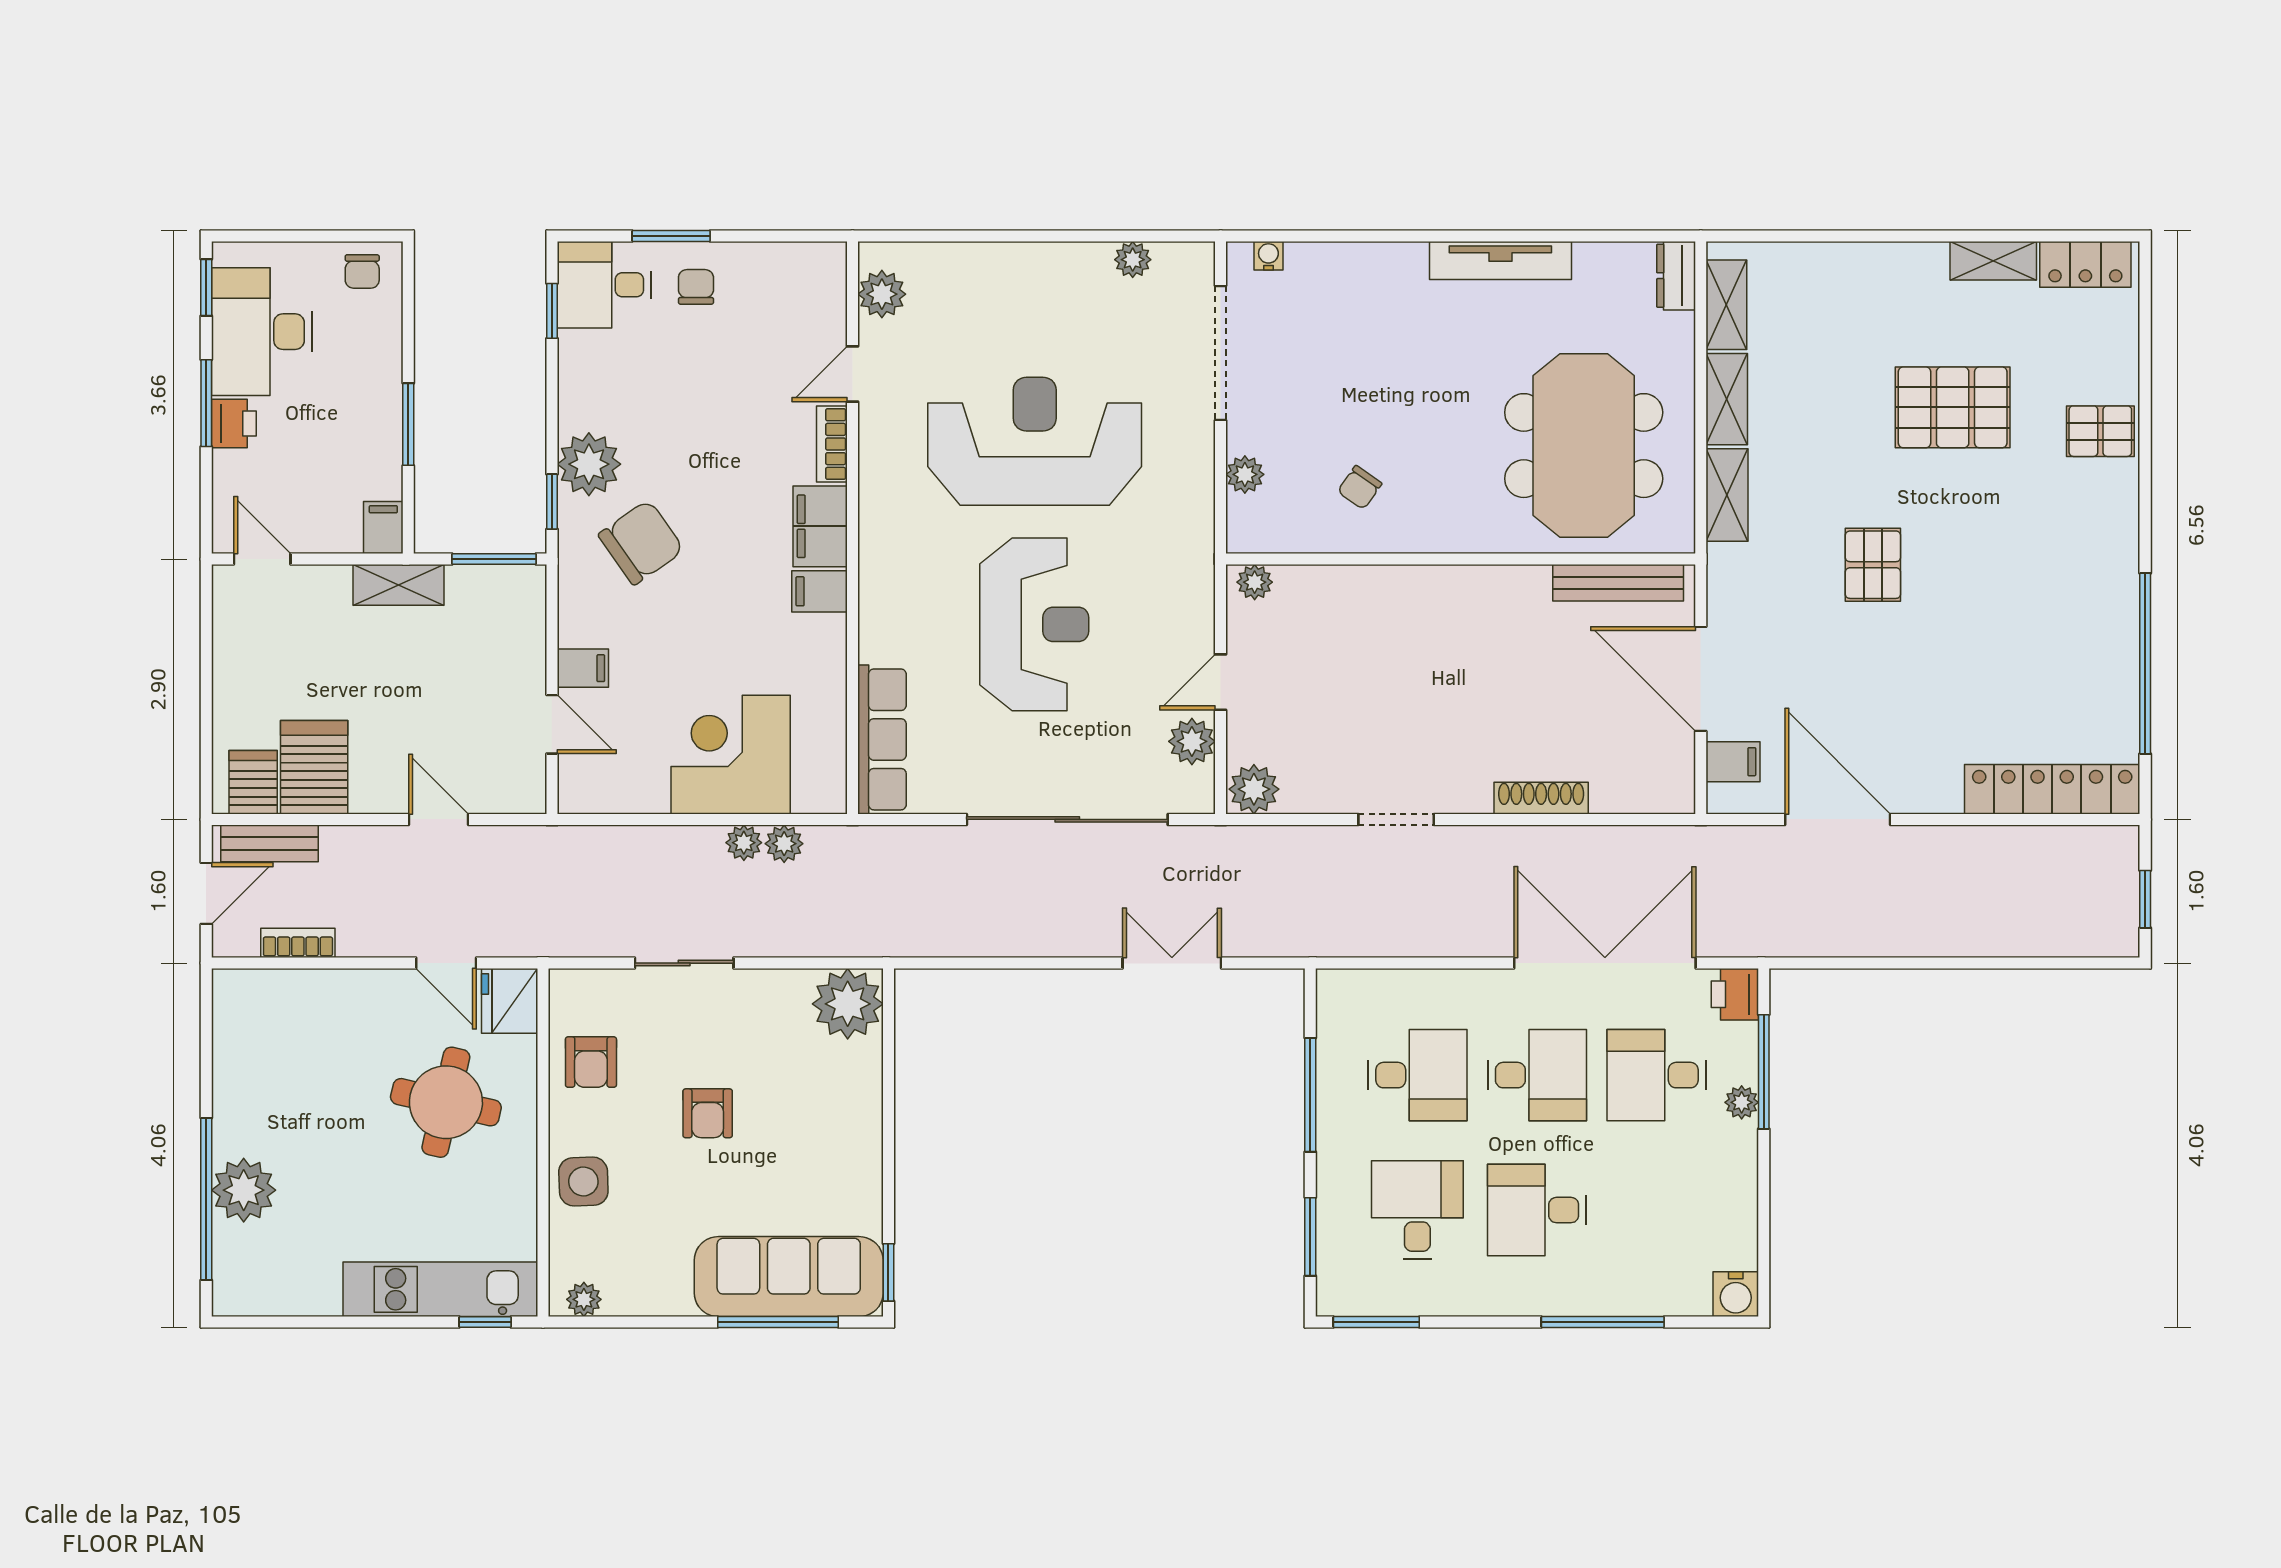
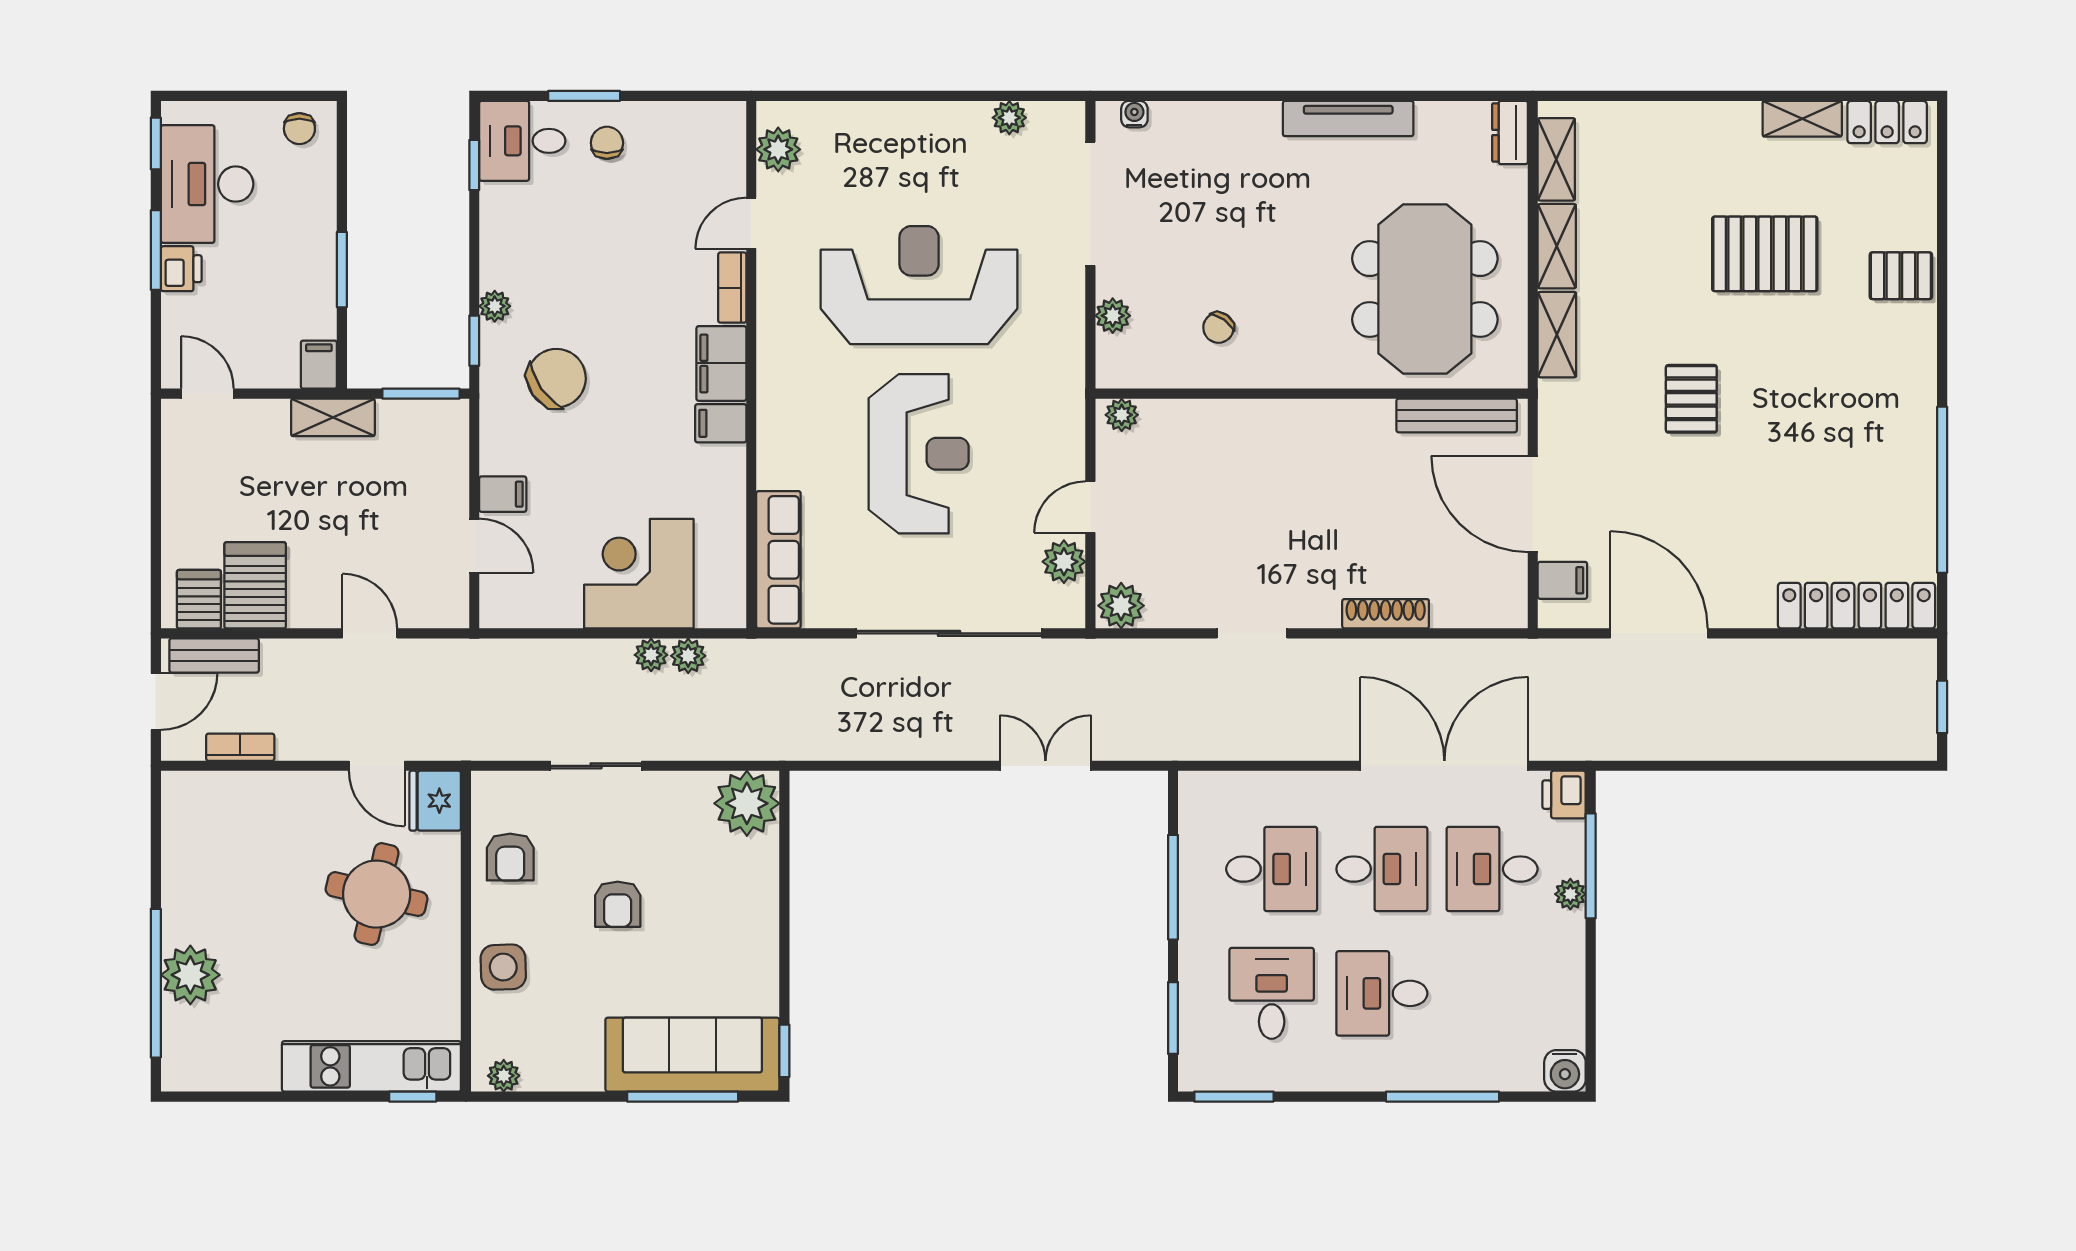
plant: (589, 464) -> (495, 306), width x0.53, depth x0.53

